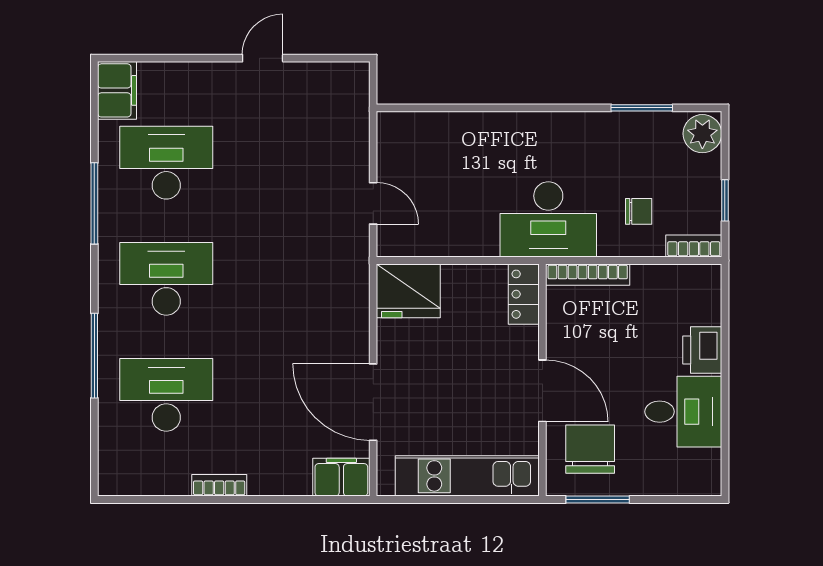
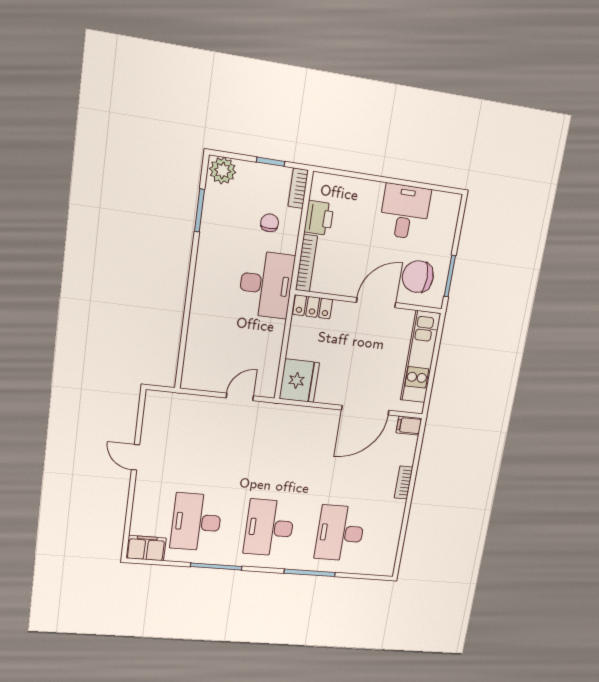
printer: (702, 350) -> (319, 218), moved, turned -90
filing cabinet: (341, 477) -> (409, 426), width x0.50
bookcase: (219, 485) -> (404, 482), moved

